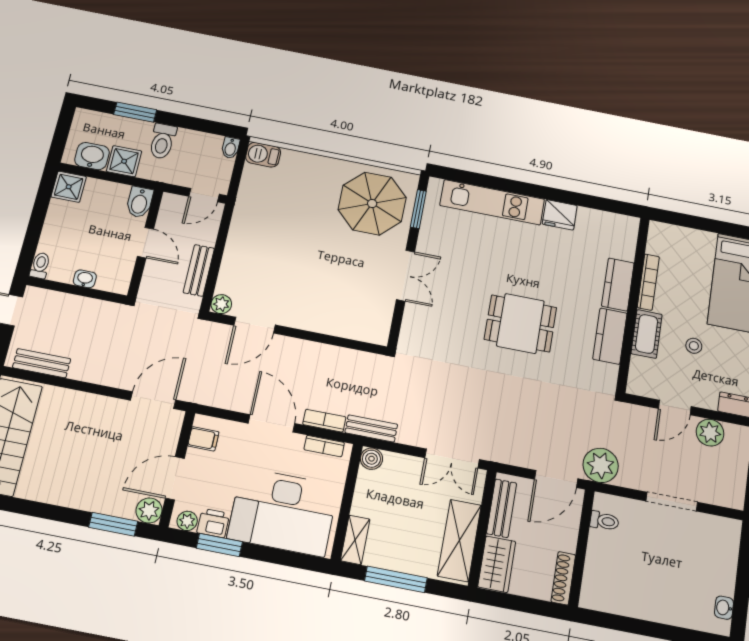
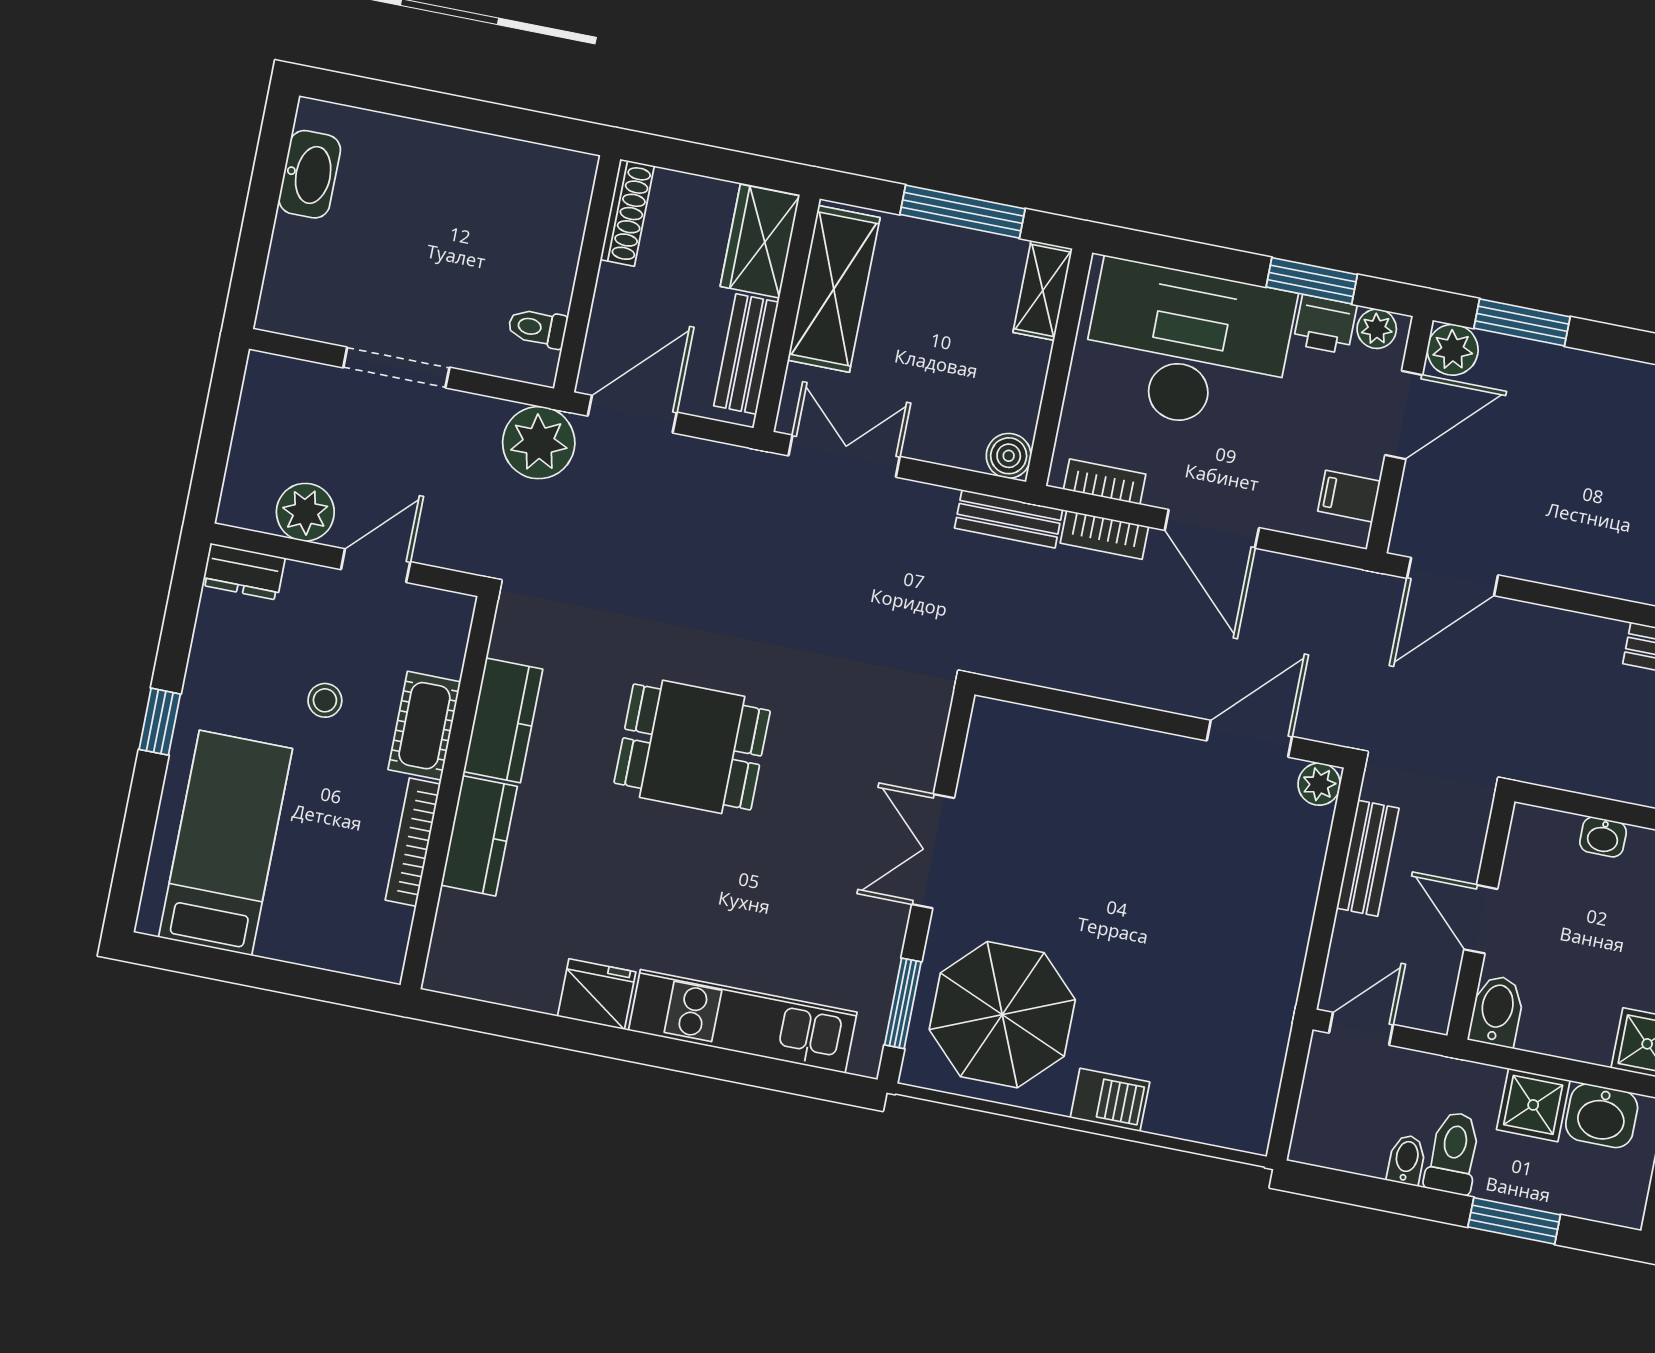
bidet: (231, 148) -> (1406, 1160), moved
barbecue: (263, 155) -> (1110, 1100), moved
washbasin: (724, 608) -> (310, 174), width x1.91, depth x1.45

